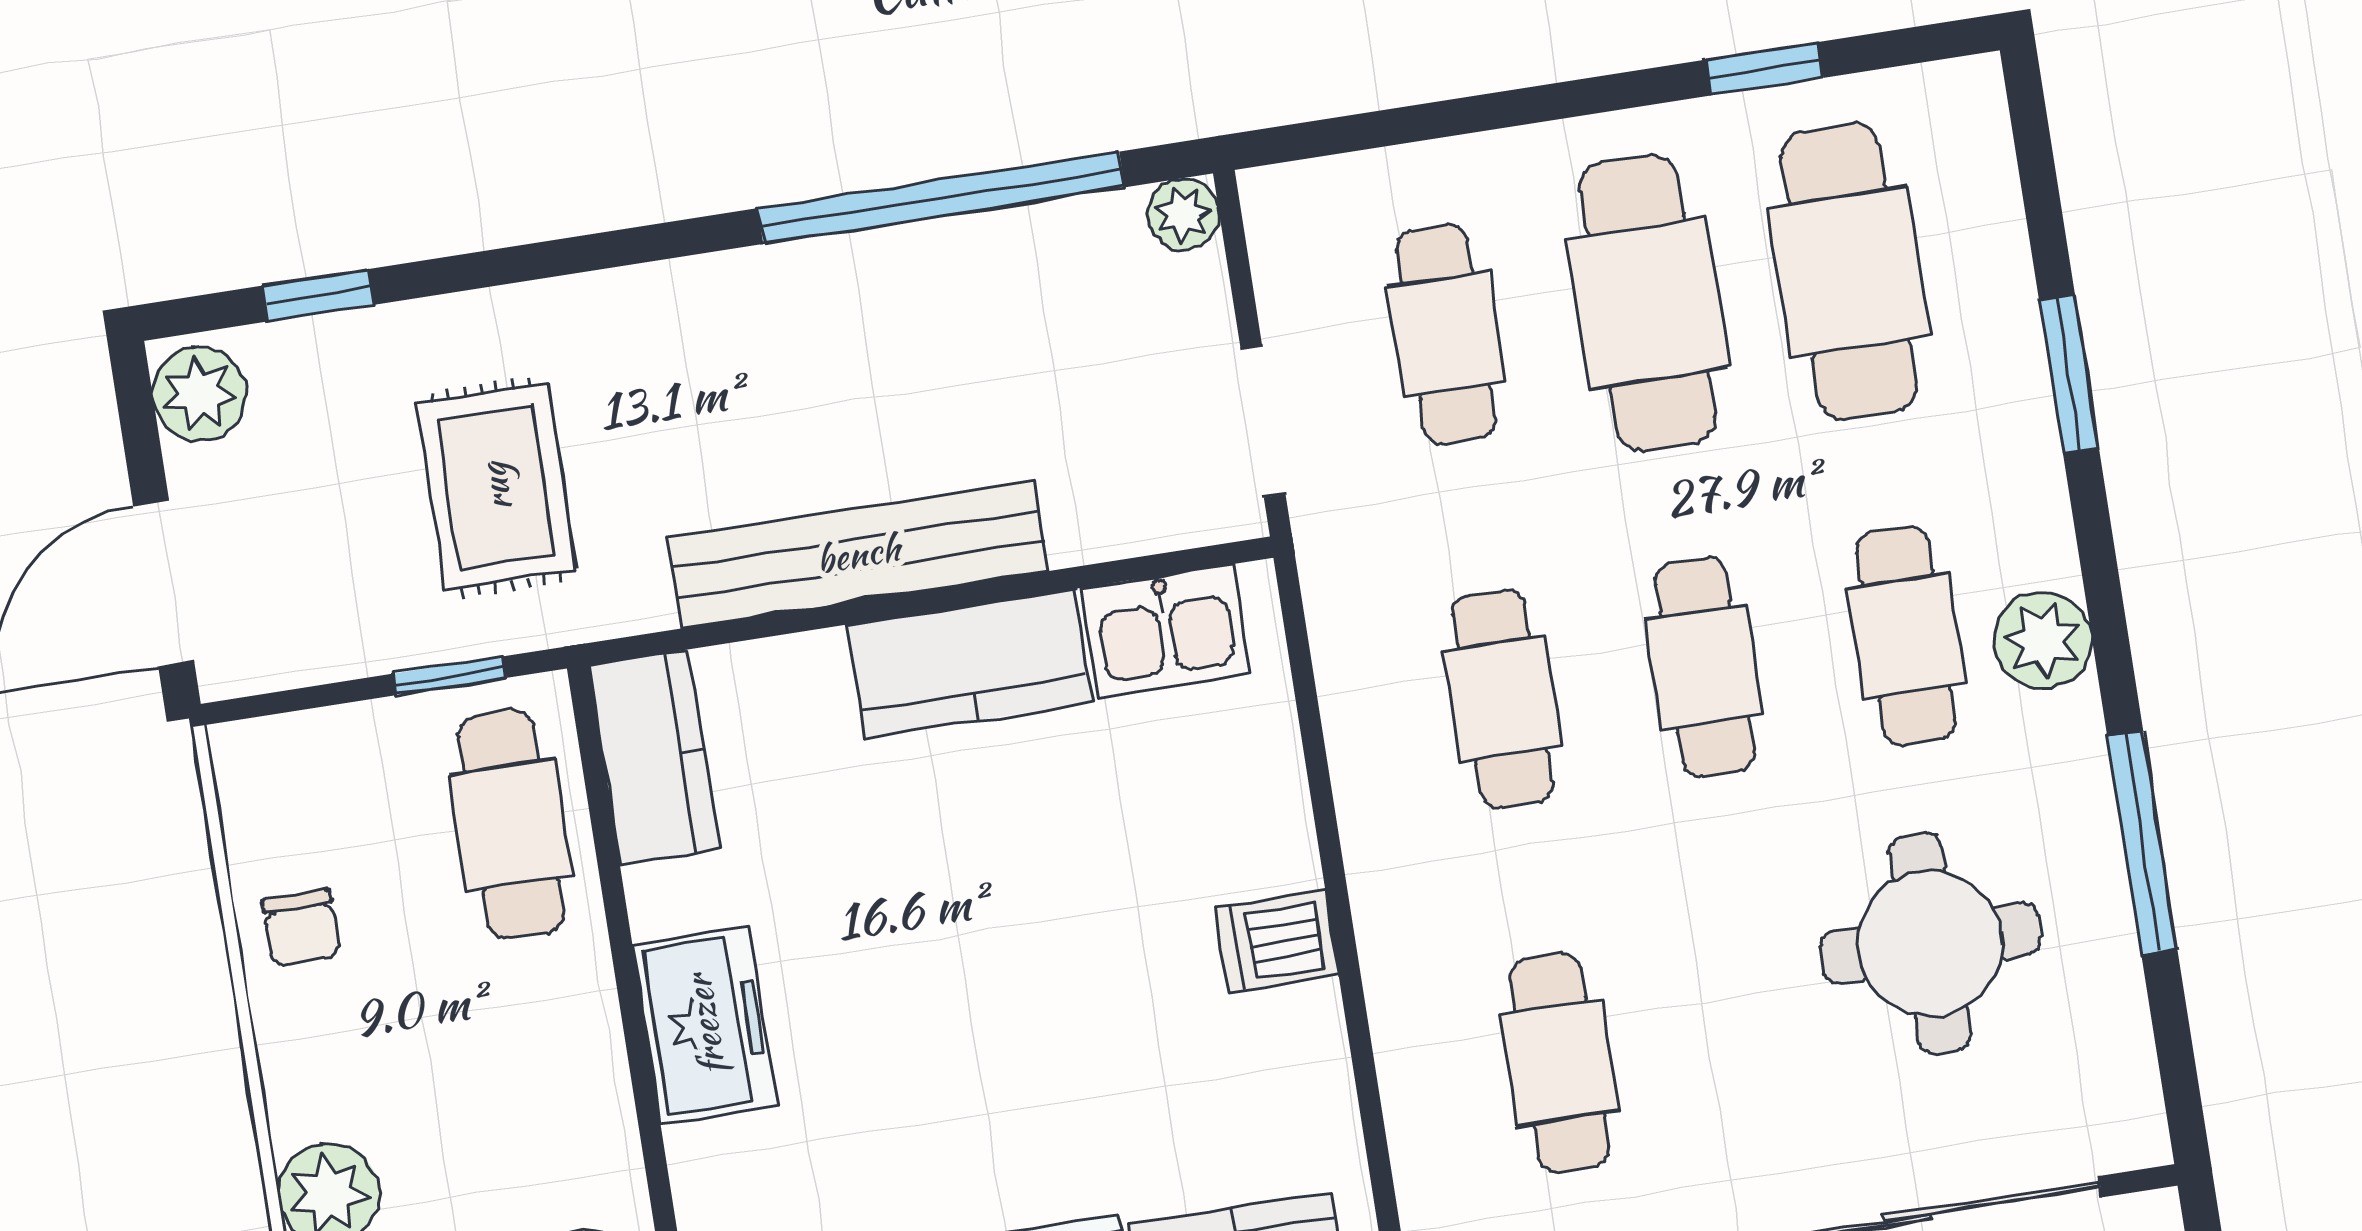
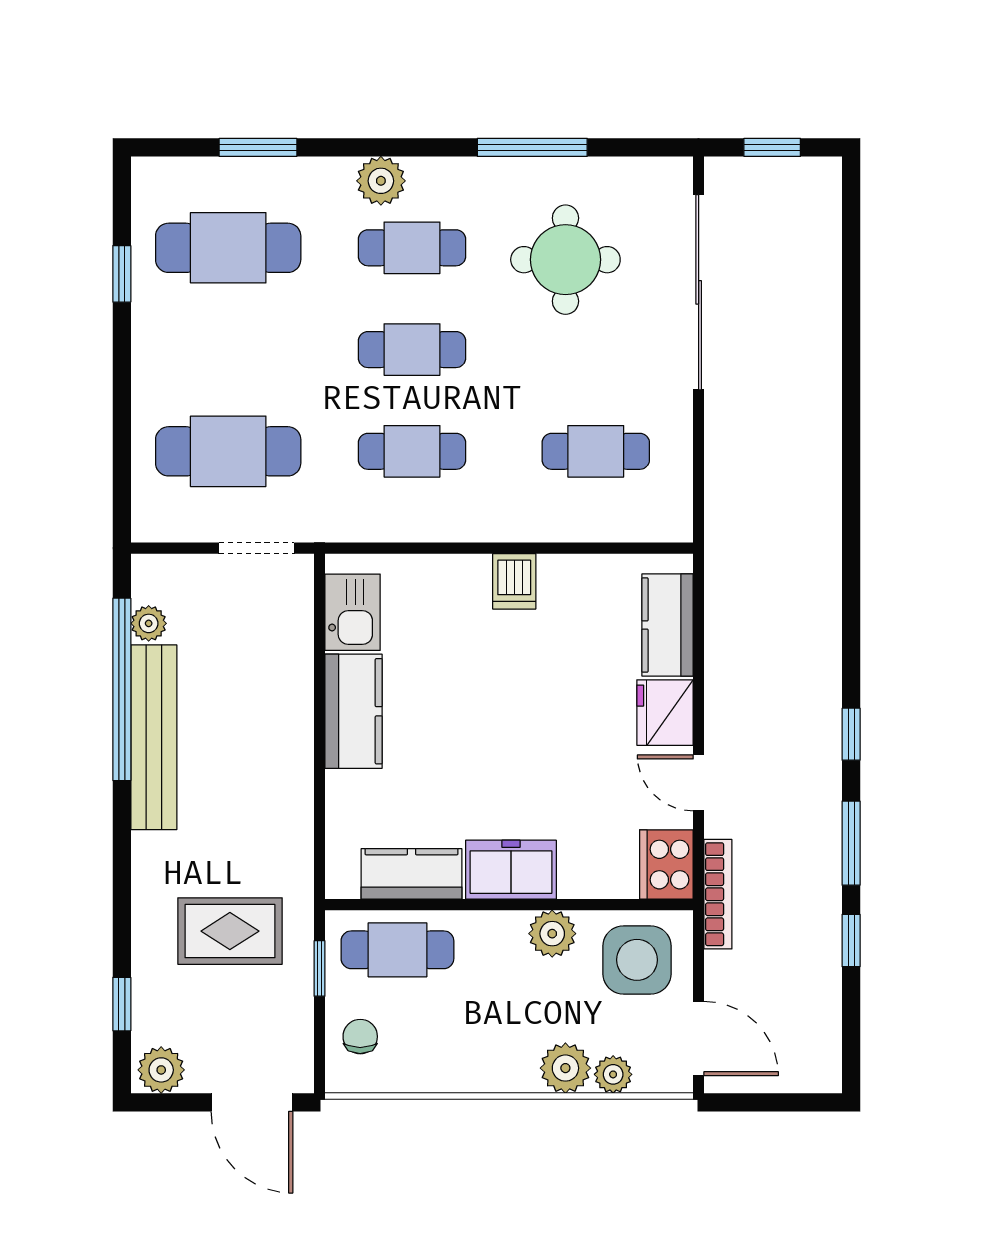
plant: (1183, 214) -> (149, 623), moved
cafe table: (1647, 303) -> (228, 350), removed
cafe table: (1446, 335) -> (228, 451), width x1.37, depth x1.35
window: (2069, 374) -> (258, 147), moved
bench: (858, 554) -> (154, 737), moved
plant: (2043, 640) -> (381, 181), moved
kitchen counter: (654, 757) -> (412, 874), moved
chair: (301, 928) -> (360, 1037), moved, turned -90
plant: (591, 1126) -> (552, 934), added

